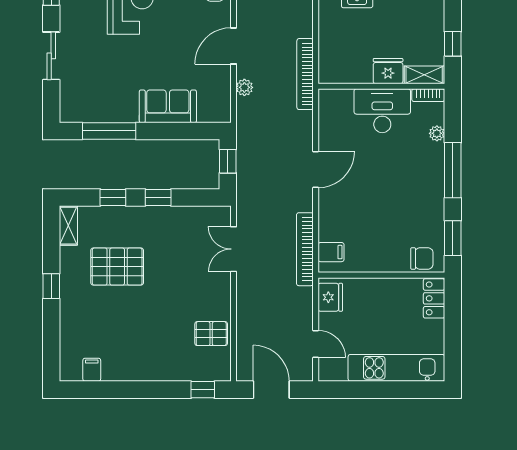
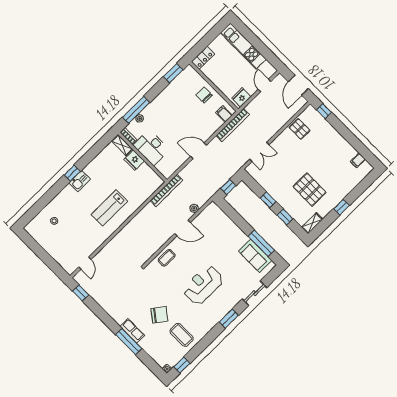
window: (453, 44) -> (100, 146), removed
sofa: (168, 106) -> (255, 256), moved
window: (453, 170) -> (136, 110), moved
chair: (422, 258) -> (204, 95), moved

